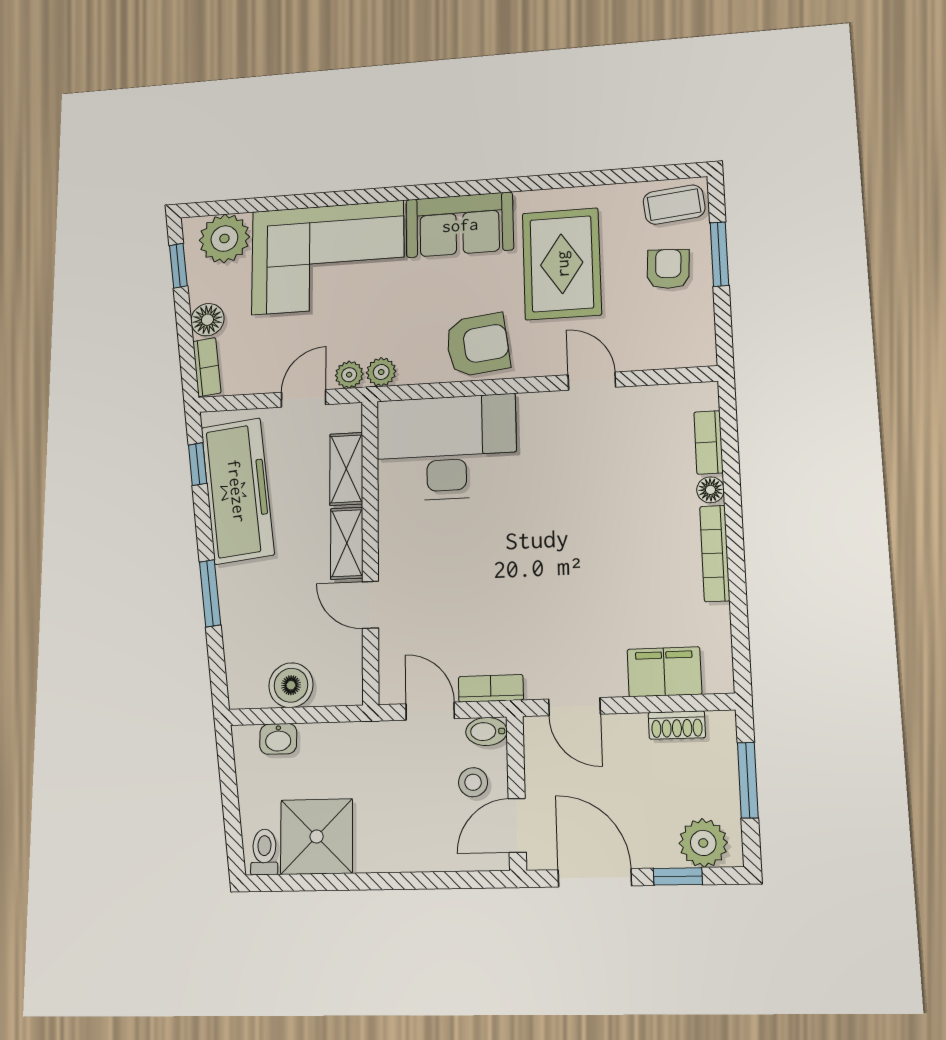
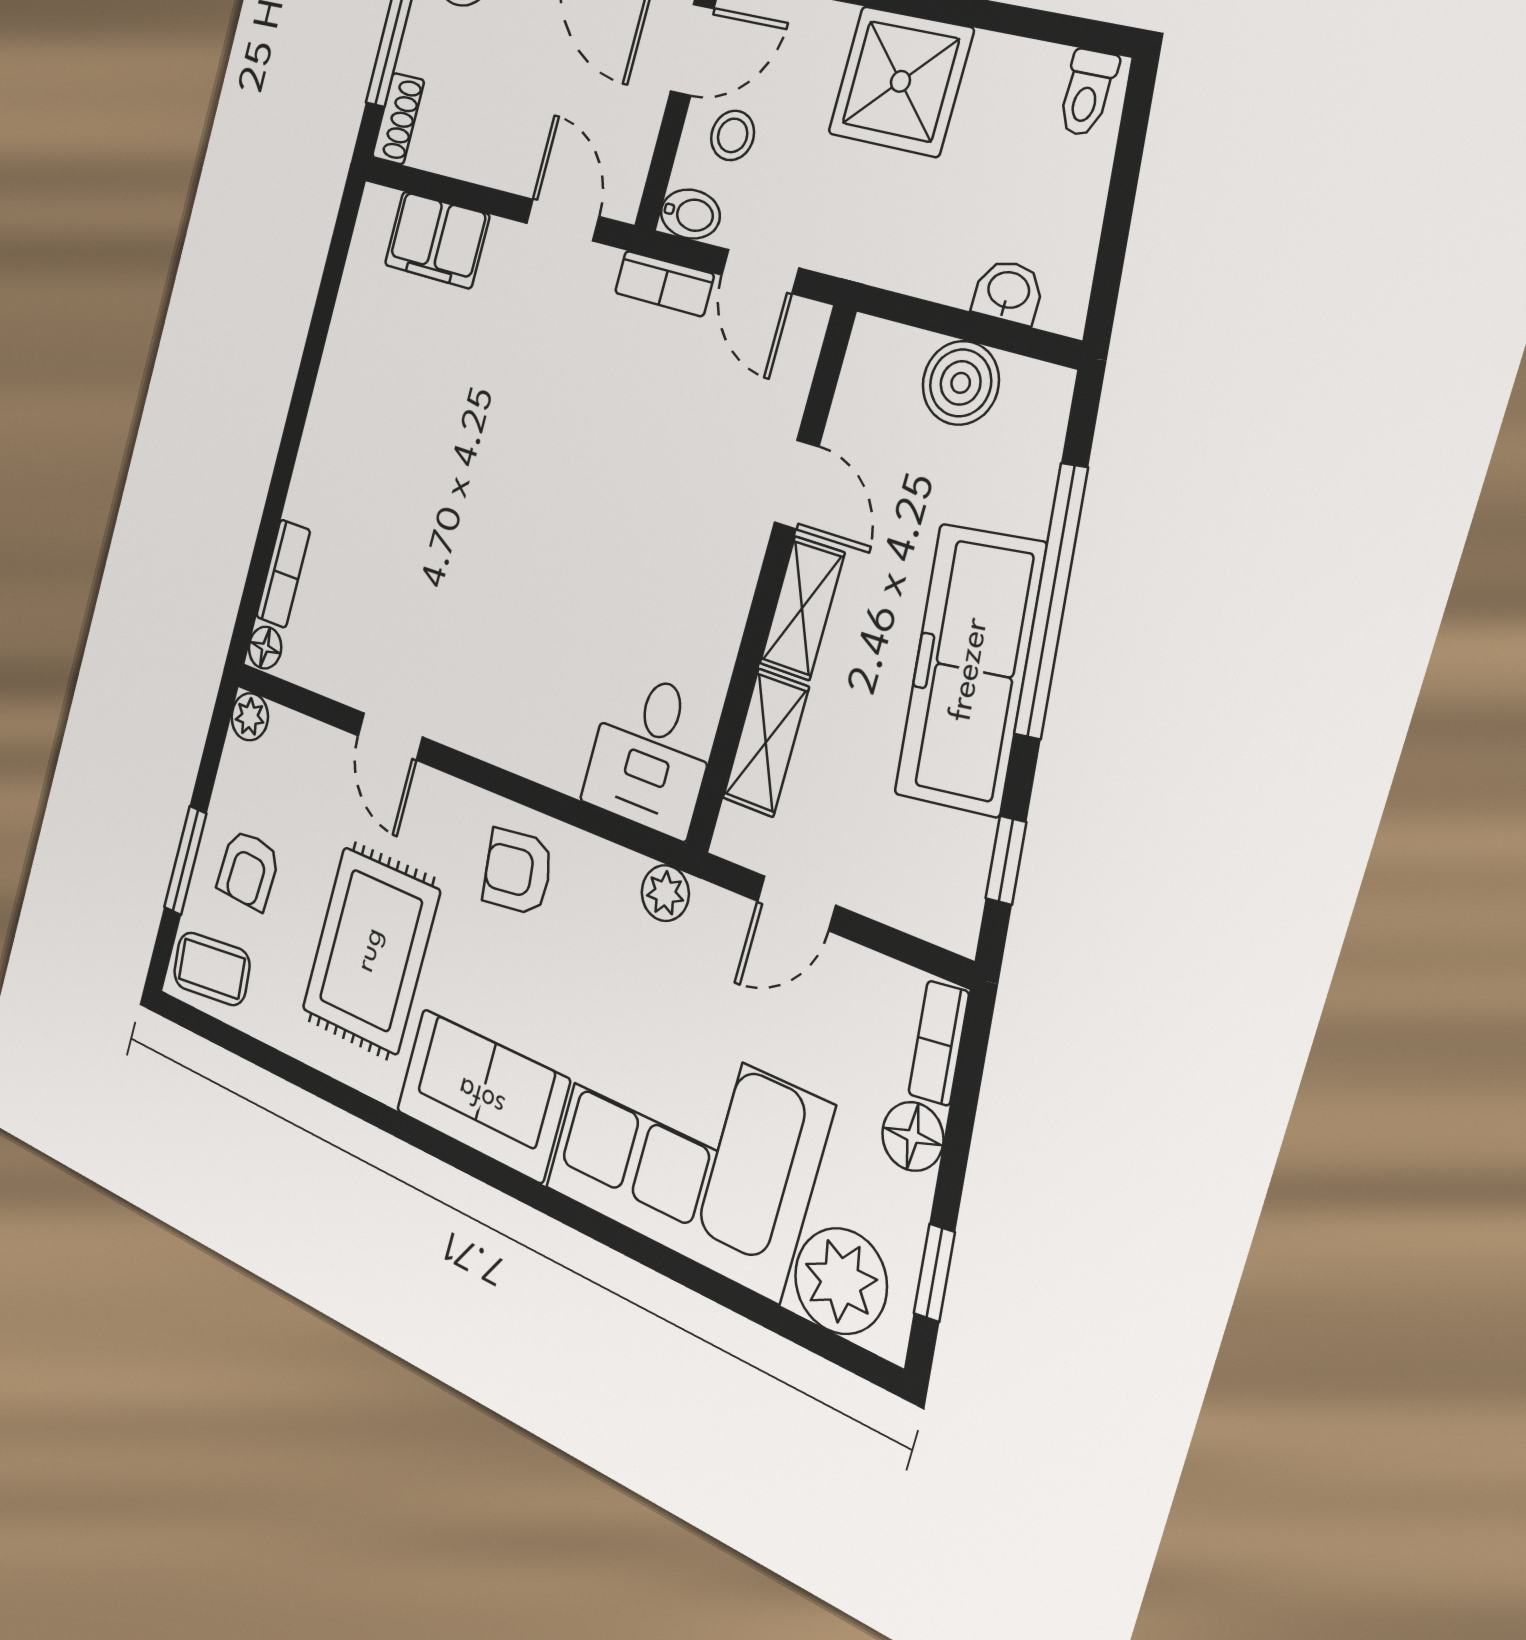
armchair: (478, 345) -> (518, 872), width x0.72, depth x0.72
plant: (349, 375) -> (250, 717), moved
desk: (446, 448) -> (651, 753), width x0.53, depth x0.77
floor lamp: (710, 490) -> (265, 648), moved
freezer: (237, 491) -> (970, 670), moved
bookcase: (715, 553) -> (326, 400), removed
window: (210, 593) -> (1051, 601), width x2.11
shoe rack: (677, 725) -> (398, 119), moved, turned 90
shower: (317, 837) -> (900, 81), moved

